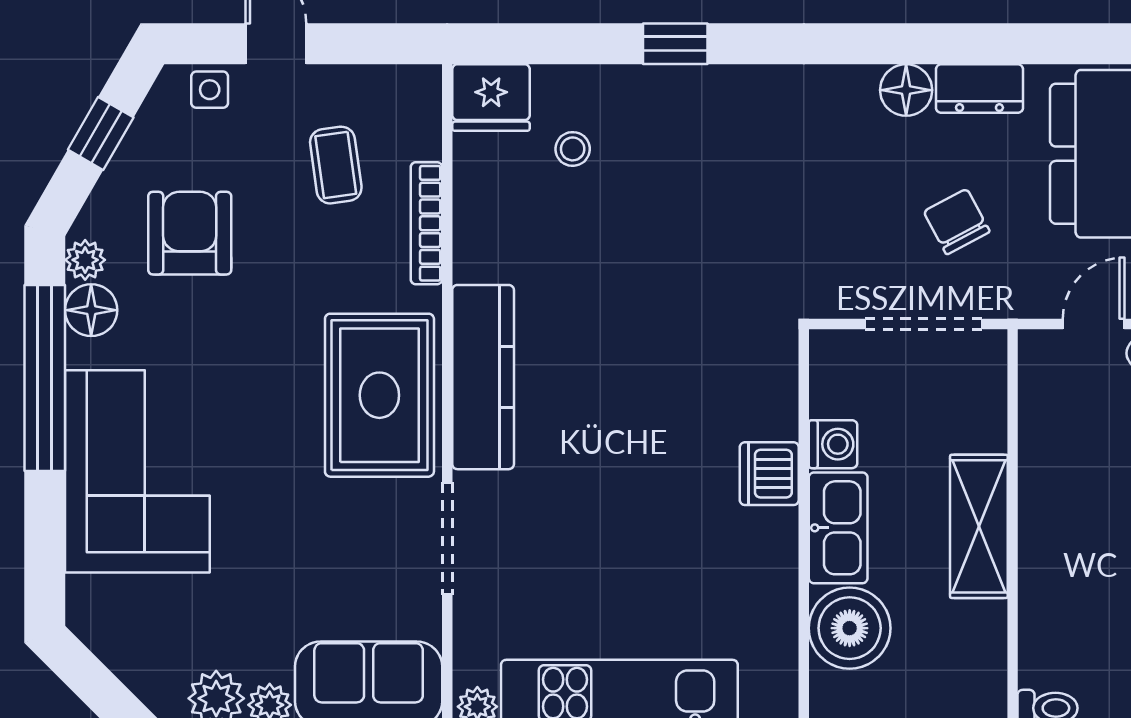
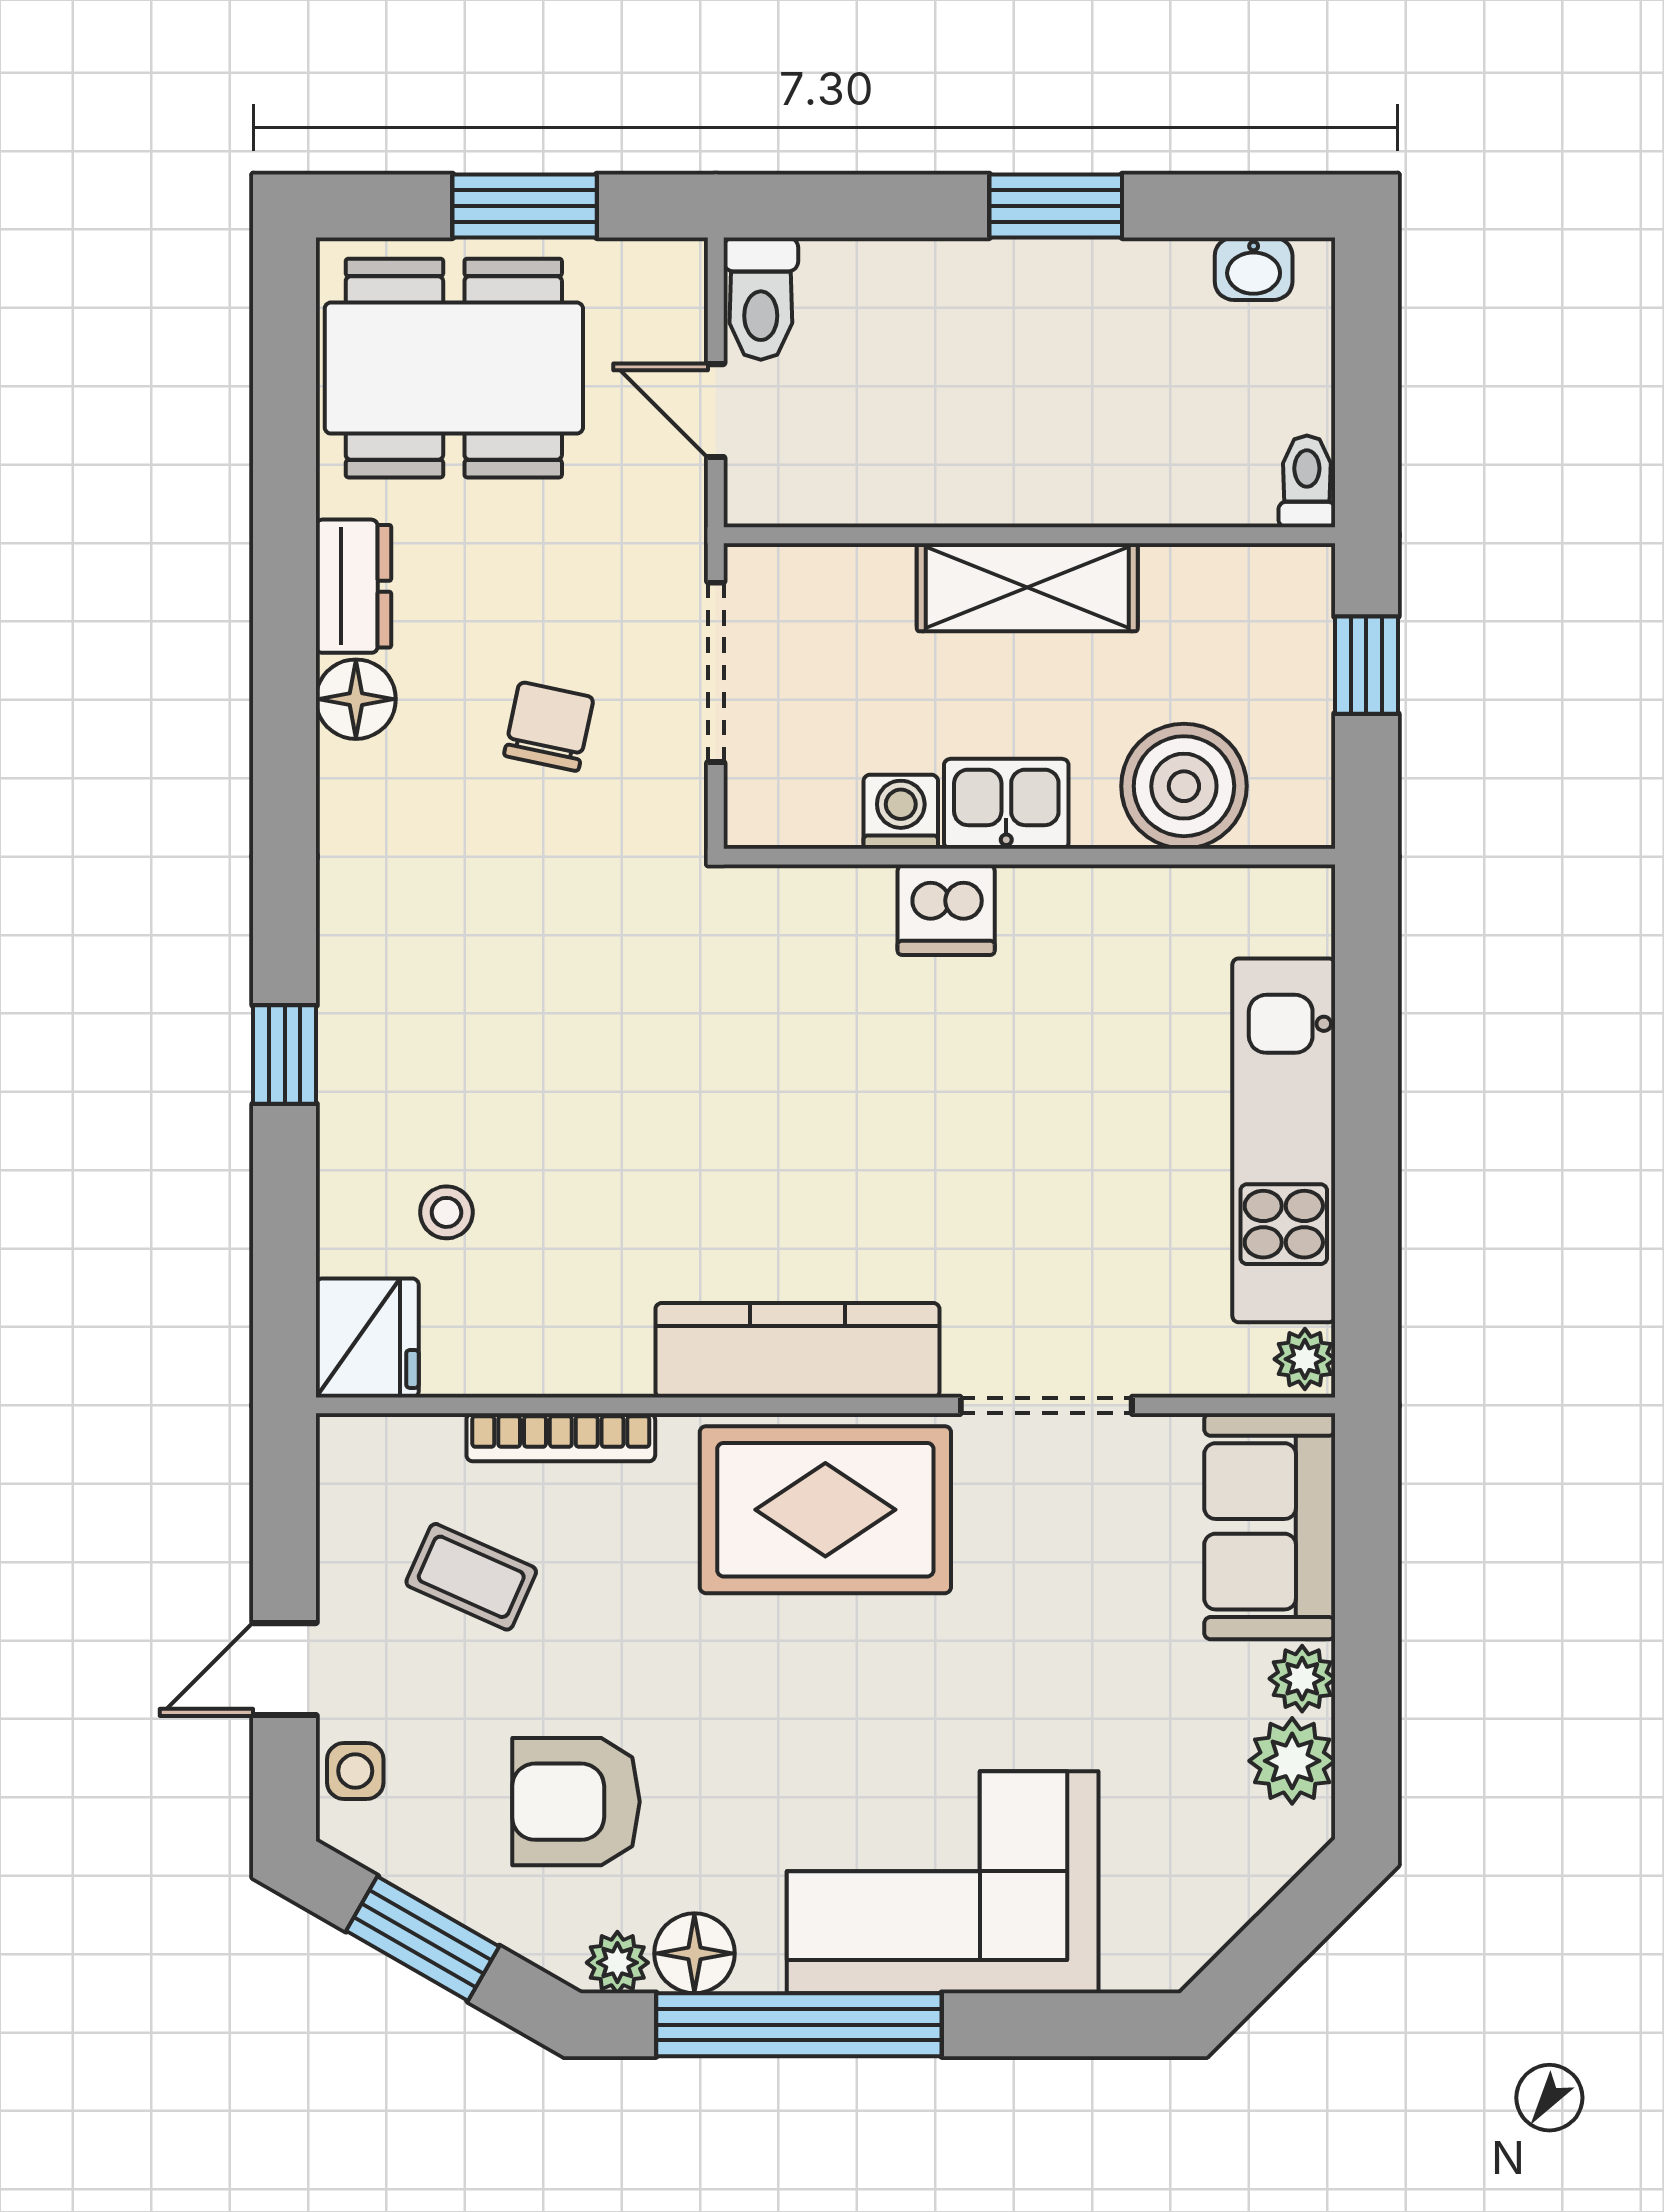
window: (101, 133) -> (423, 1939), width x1.50
coffee table: (336, 165) -> (471, 1577), turned 32
chair: (957, 222) -> (549, 727), moved, turned 130
kitchen sink: (838, 528) -> (1006, 804), width x0.73

